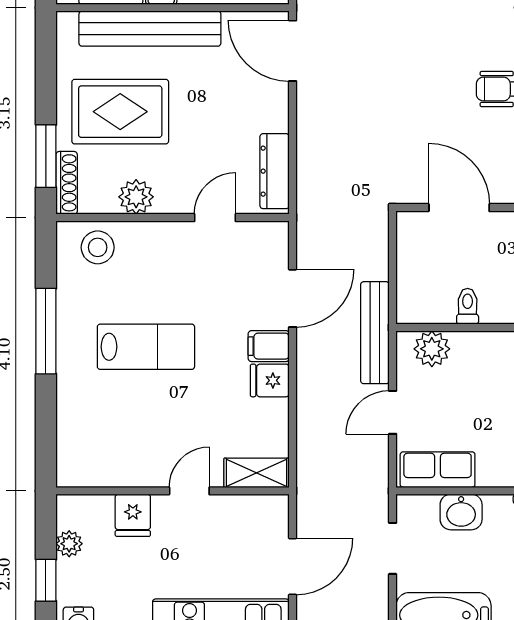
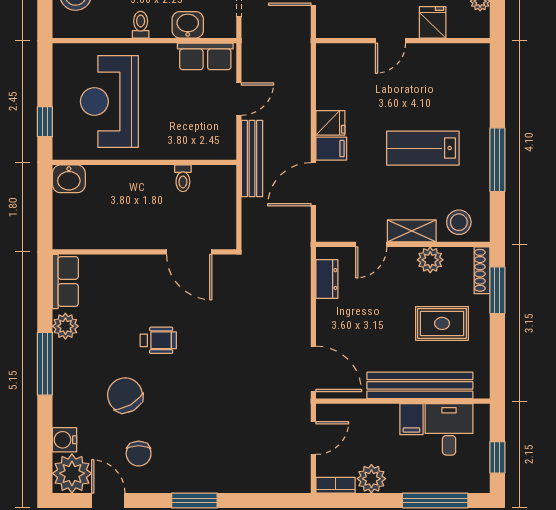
rug: (120, 112) -> (442, 323), width x0.73, depth x0.70
dresser: (275, 171) -> (327, 279), width x0.70
plant: (432, 349) -> (210, 147), removed
shelving: (257, 473) -> (412, 231), moved

